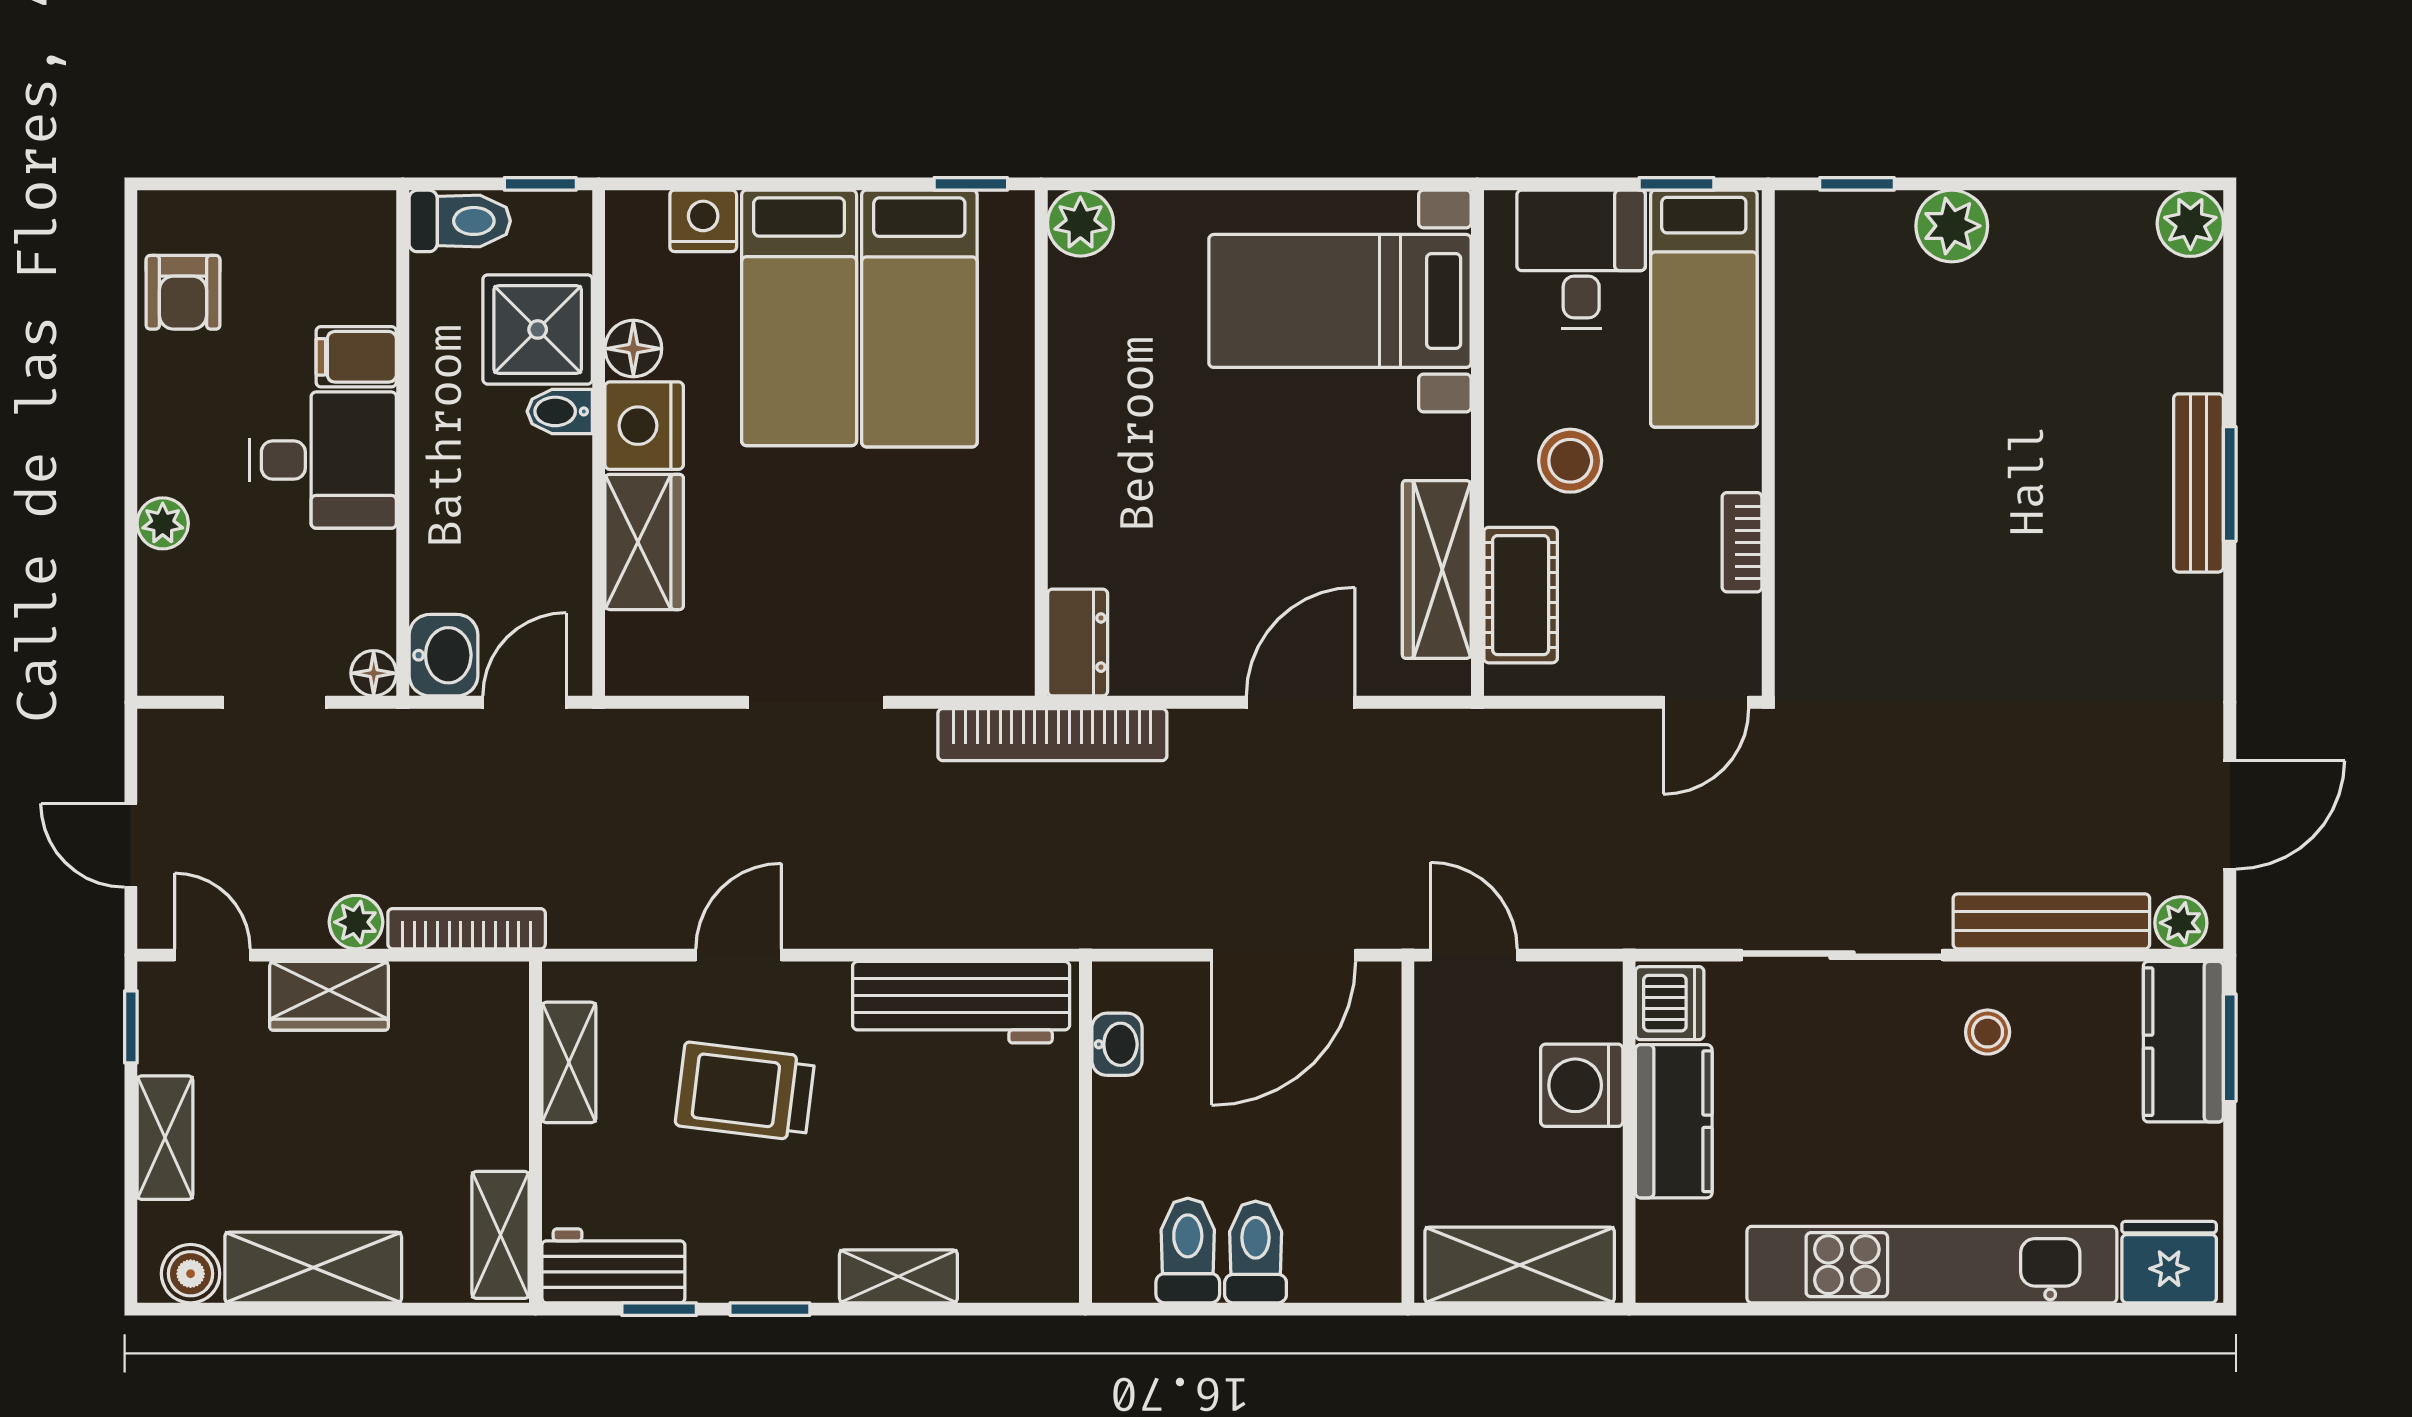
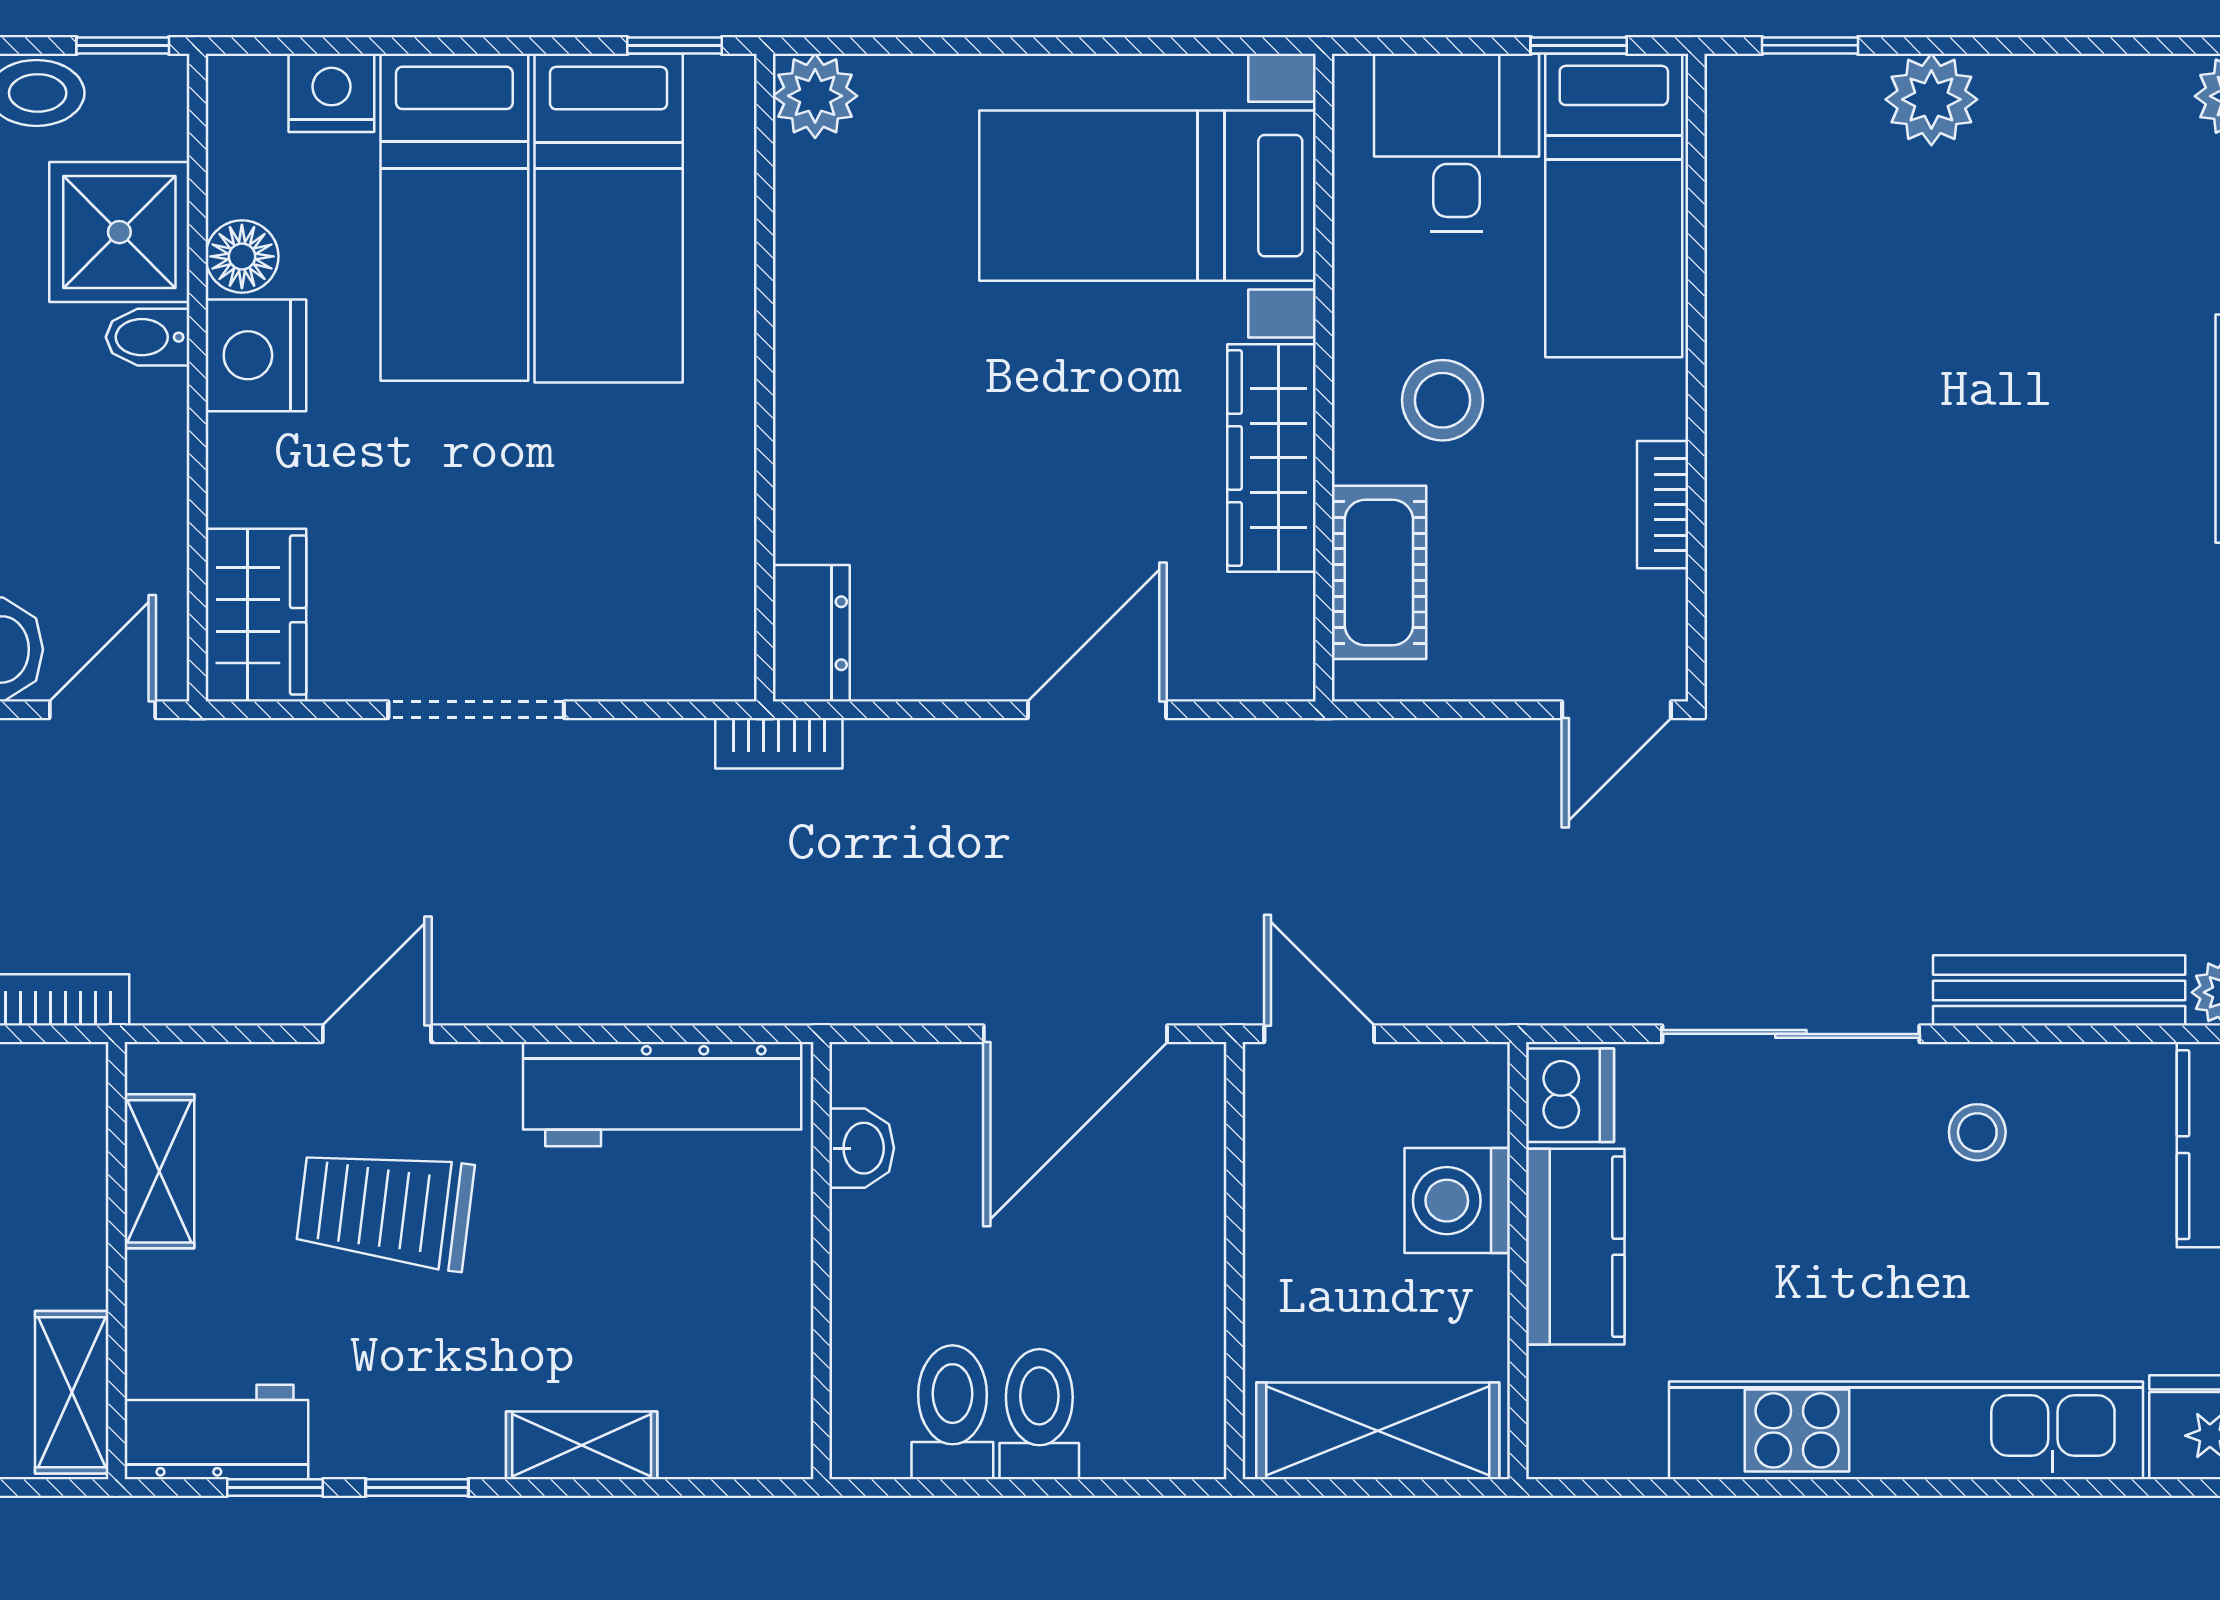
wardrobe: (644, 542) -> (256, 615), moved
wardrobe: (1437, 569) -> (1272, 458), moved
bookcase: (1052, 735) -> (779, 743), width x0.43, depth x0.76

